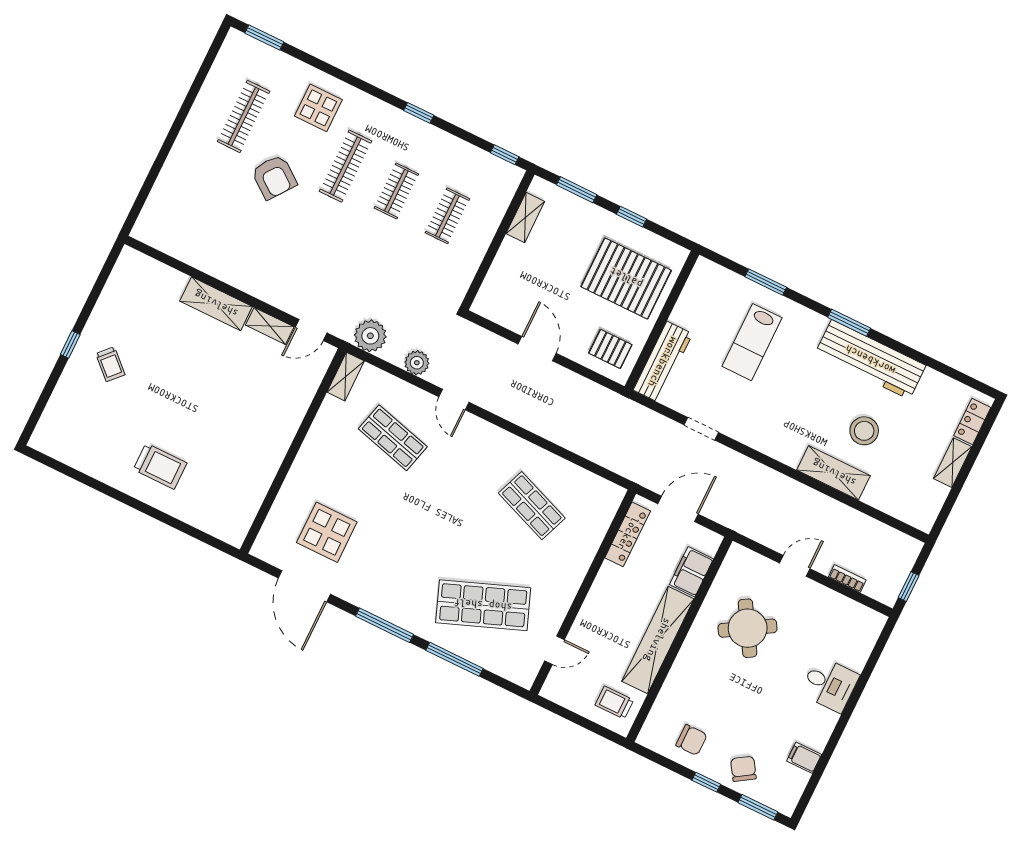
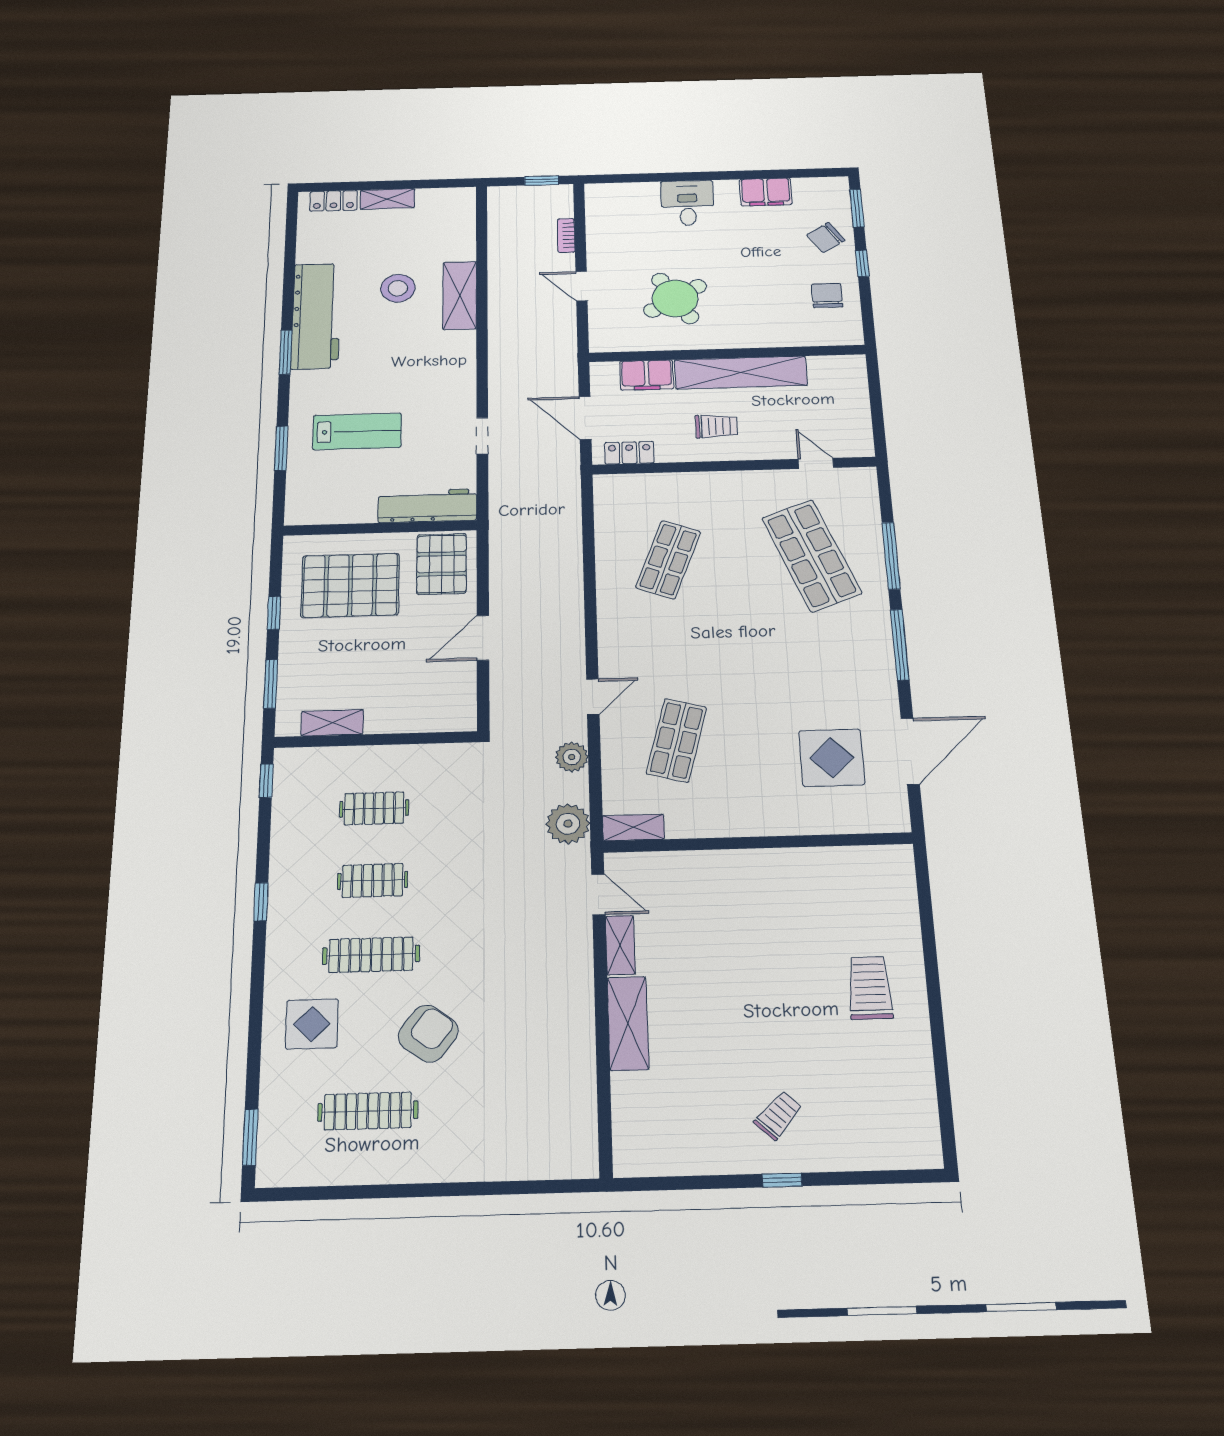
pallet: (626, 278) -> (350, 585), turned 90
pallet: (610, 349) -> (442, 564), width x1.50, depth x1.42
locker: (628, 534) -> (629, 453), width x0.66
trolley: (614, 702) -> (716, 426), moved, turned -90
filing cabinet: (804, 758) -> (766, 192), width x2.00

